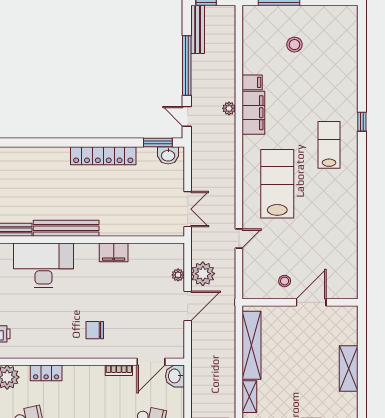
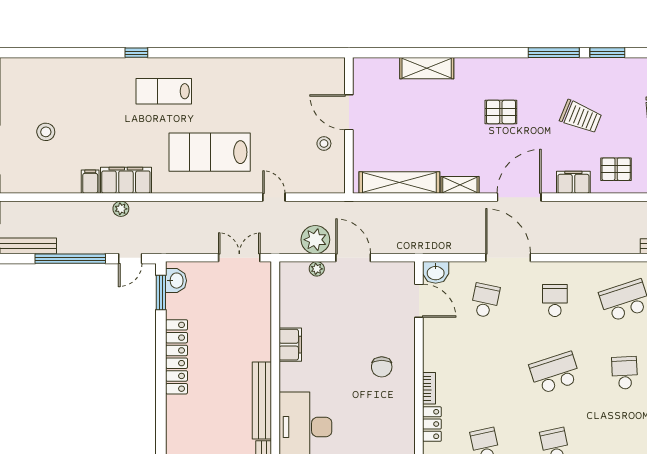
bookcase: (119, 370) -> (429, 388), moved

